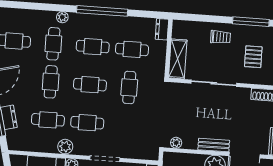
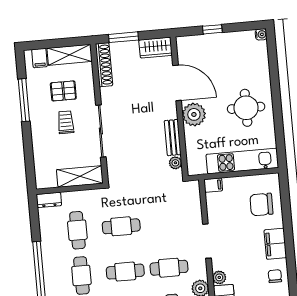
trolley: (221, 37) -> (66, 122), moved
cafe table: (90, 85) -> (125, 272), turned 90
cafe table: (87, 123) -> (169, 268), turned 90
bench: (214, 145) -> (173, 138), moved

